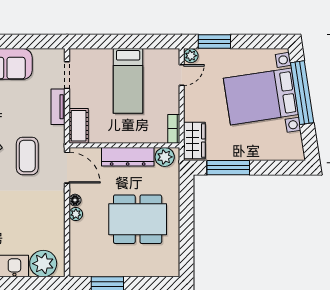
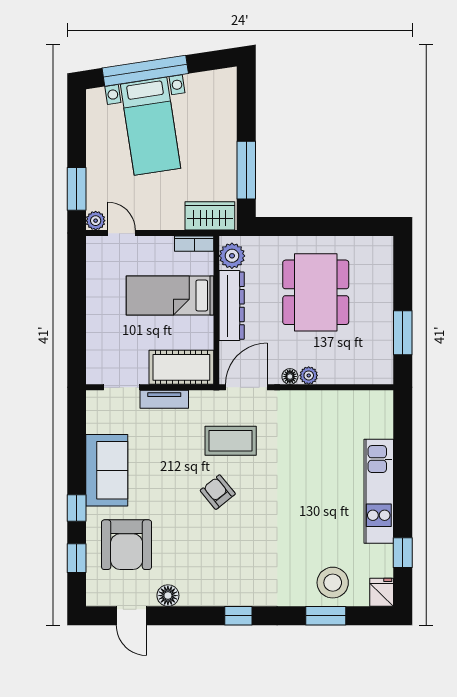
bed: (128, 81) -> (170, 295), moved, turned 180
bed with nightstands: (261, 96) -> (151, 126), width x0.73
cot: (79, 126) -> (181, 367), width x1.37, depth x1.34
plant: (43, 264) -> (375, 419), removed

